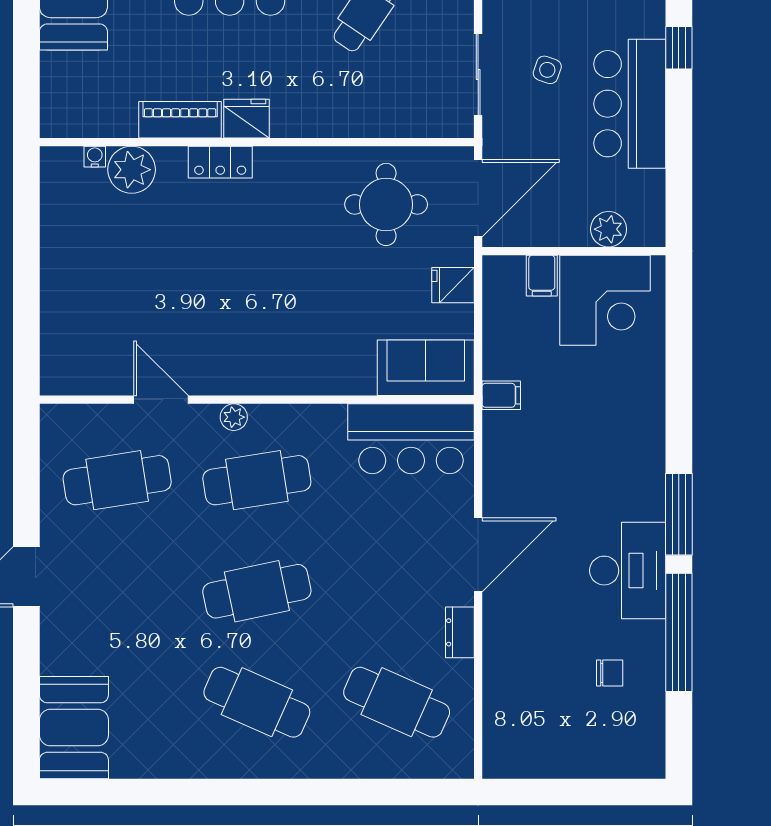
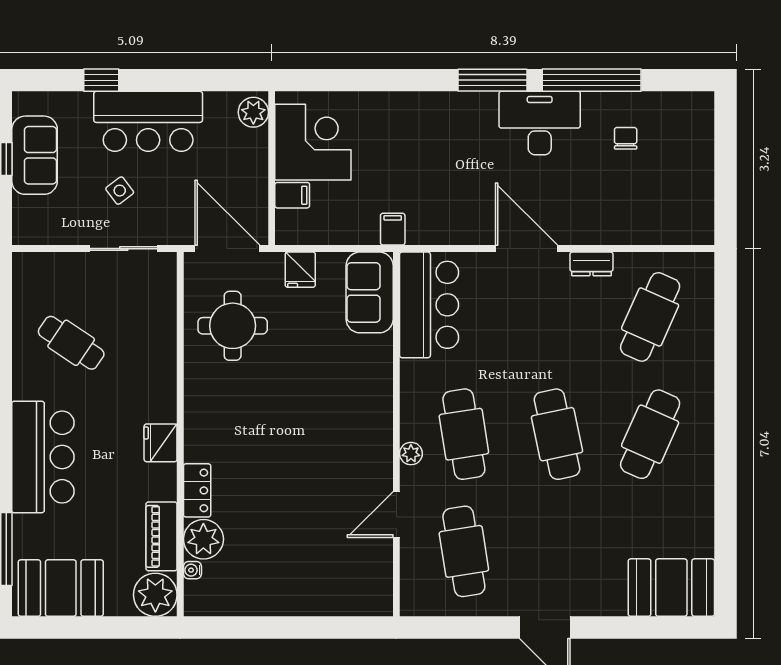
side table: (547, 70) -> (120, 191), turned 34
plant: (65, 112) -> (155, 595), added
piano: (180, 120) -> (161, 536), moved
locker: (220, 162) -> (197, 490), moved
plant: (609, 229) -> (253, 112), moved

